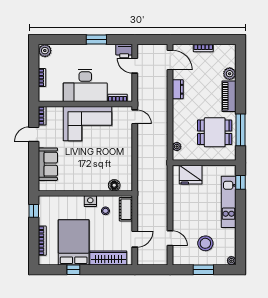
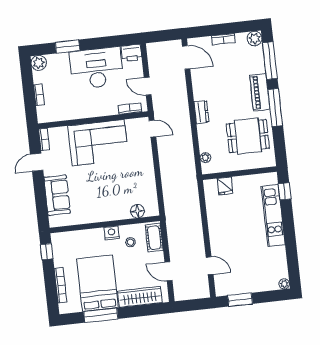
window: (96, 39) -> (68, 46), moved
door: (135, 66) -> (148, 86), moved
window: (241, 71) -> (270, 61), added
plant: (230, 74) -> (255, 38), moved
desk: (85, 85) -> (97, 68), moved, turned 180
dresser: (178, 89) -> (201, 112), moved
window: (241, 130) -> (275, 107), moved
fridge: (191, 175) -> (225, 186), width x0.53, depth x0.75
door: (135, 239) -> (168, 271), swing flipped
stool: (205, 243) -> (252, 267), removed
window: (73, 270) -> (101, 315), width x2.17
window: (203, 270) -> (240, 300), moved

